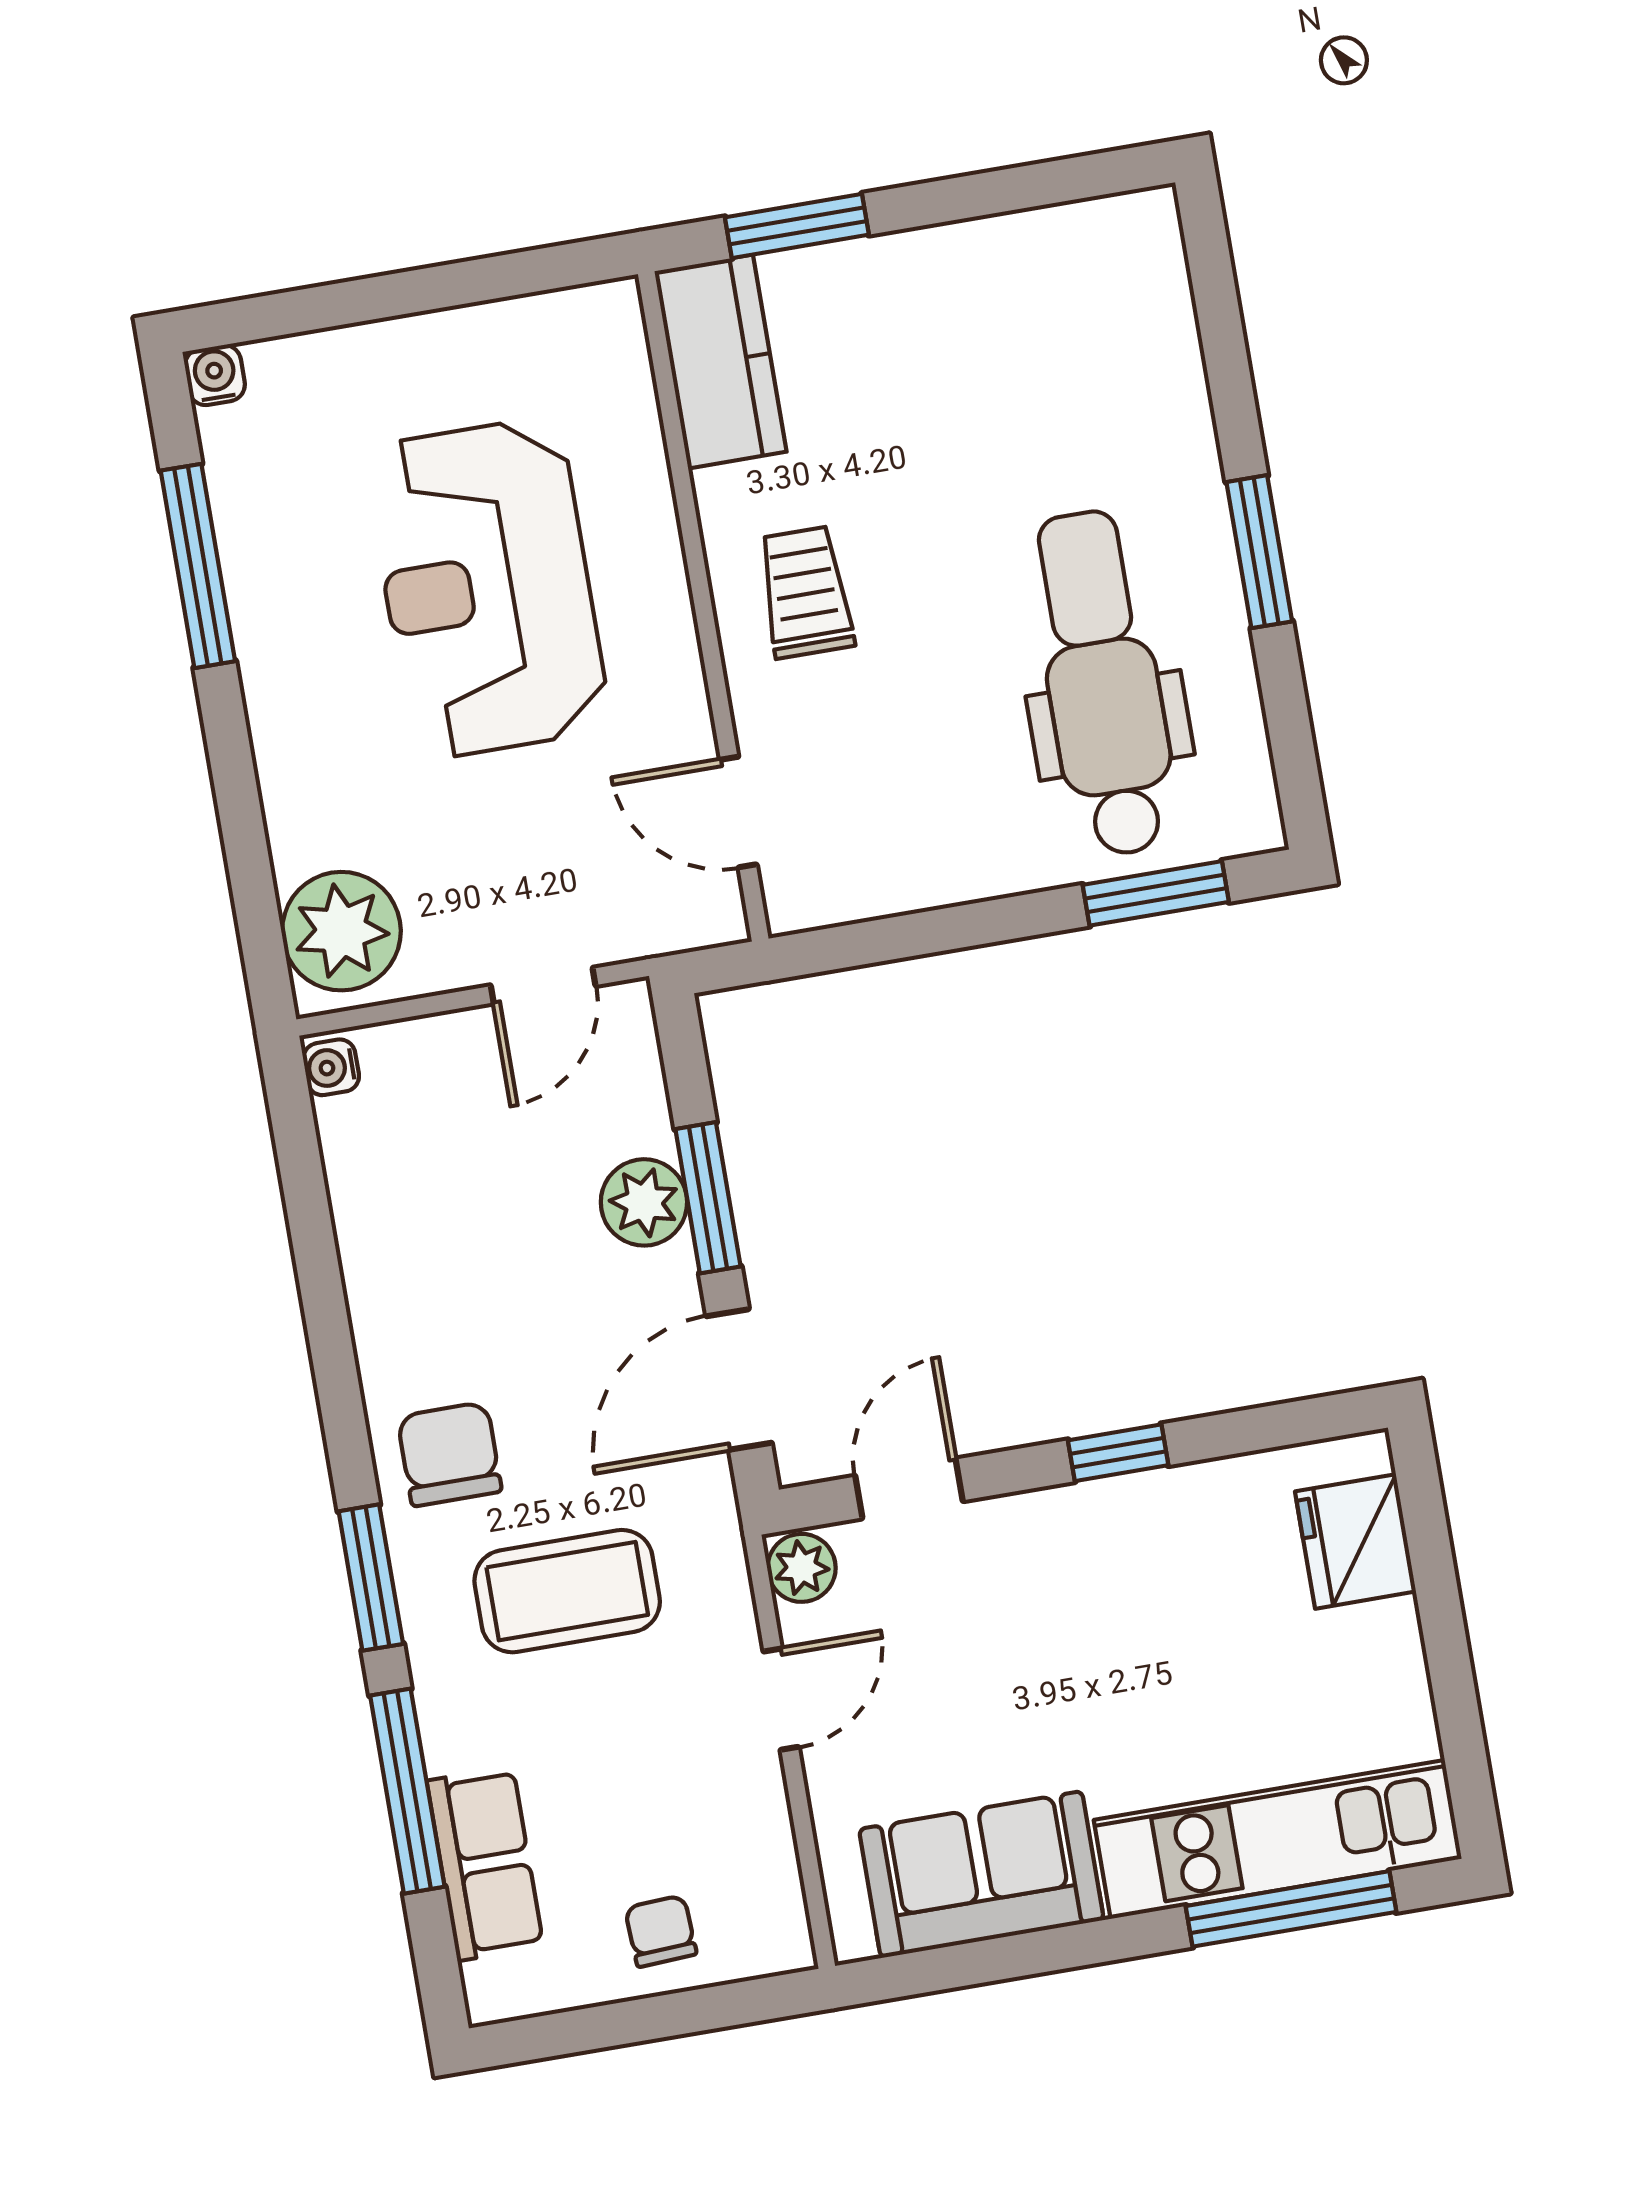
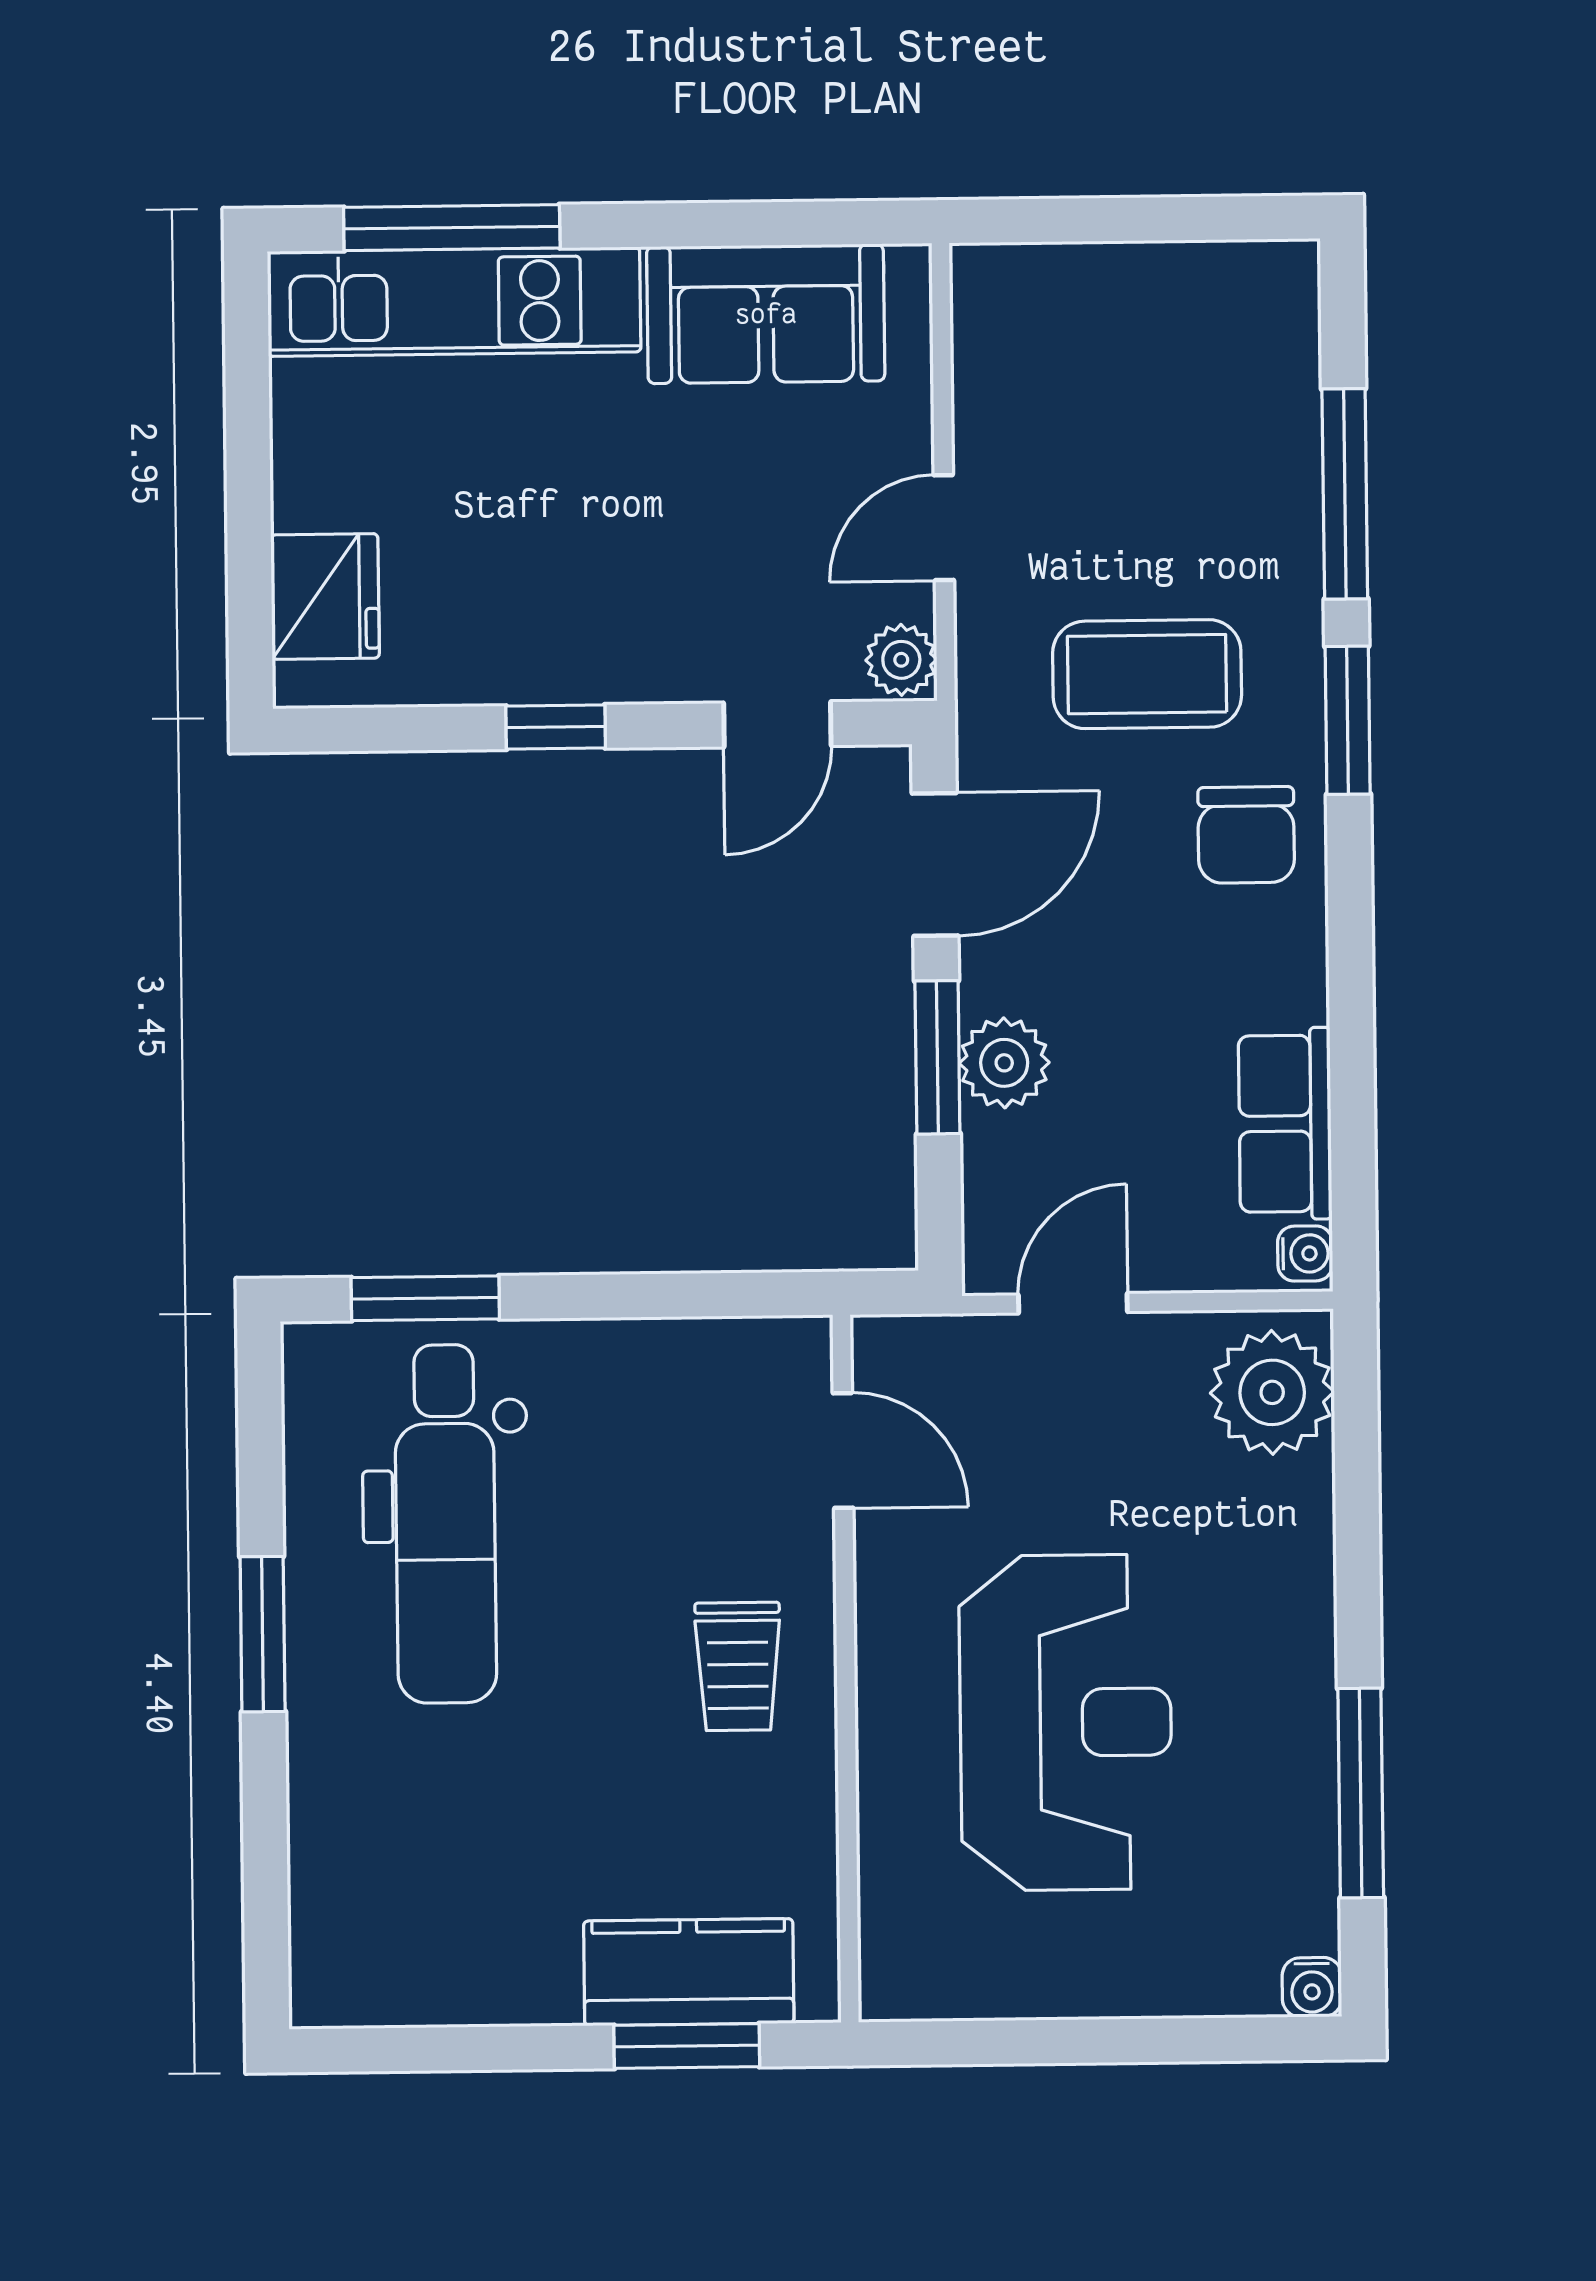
kitchen counter: (720, 361) -> (689, 1972), moved, turned 90
row of seats: (485, 1864) -> (1285, 1124), moved
chair: (661, 1931) -> (1106, 308), removed

